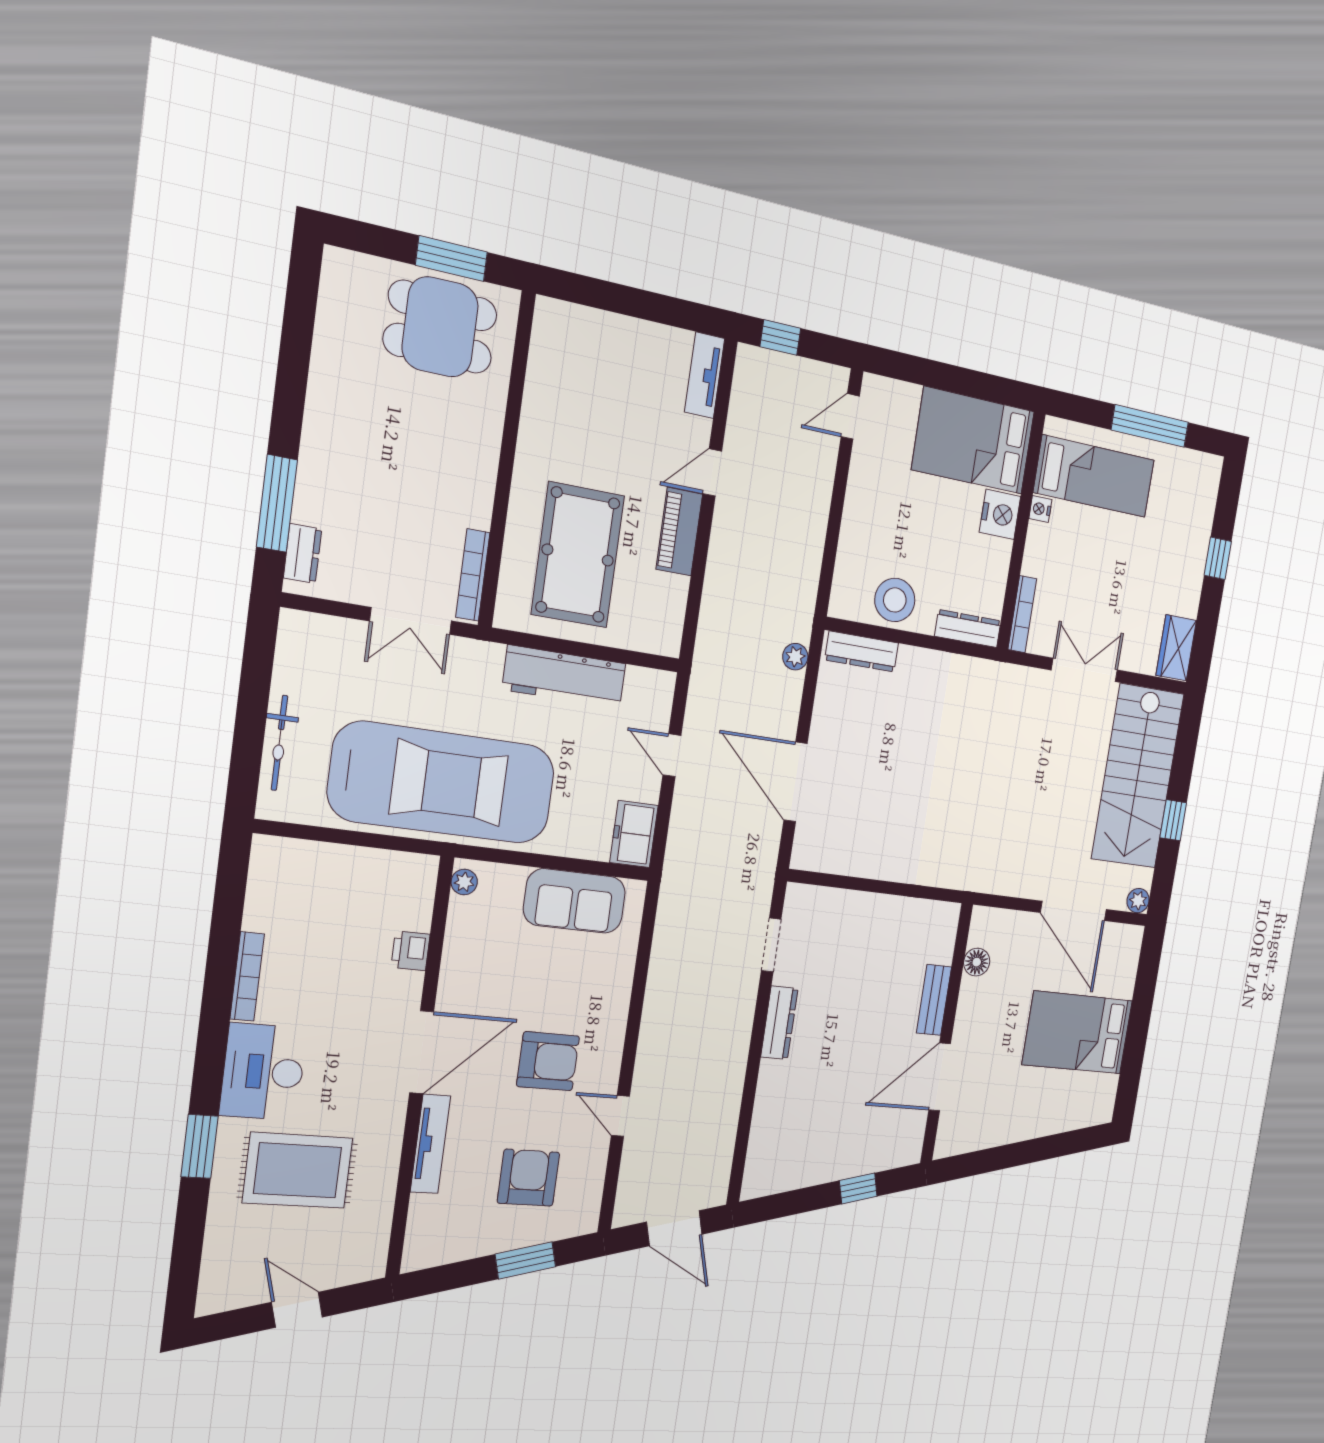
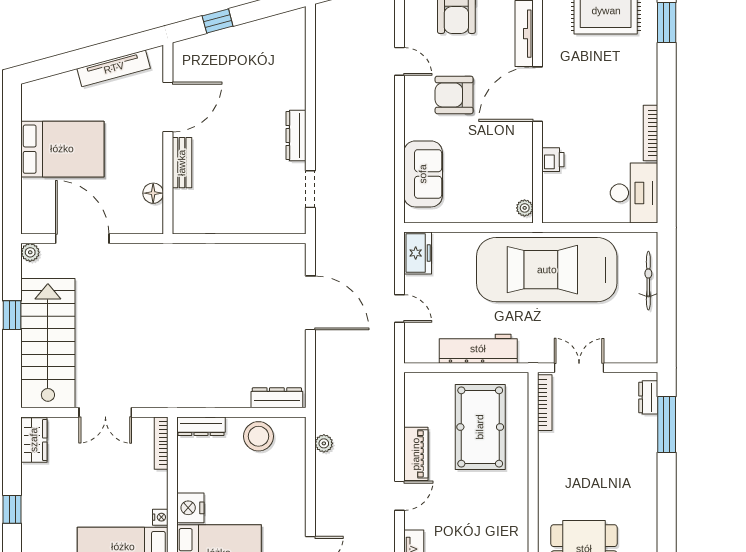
plant: (795, 657) -> (324, 443), moved
sofa: (575, 901) -> (423, 174), moved, turned 90
desk: (263, 1072) -> (634, 193), moved
tv unit: (998, 1134) -> (114, 68), added

